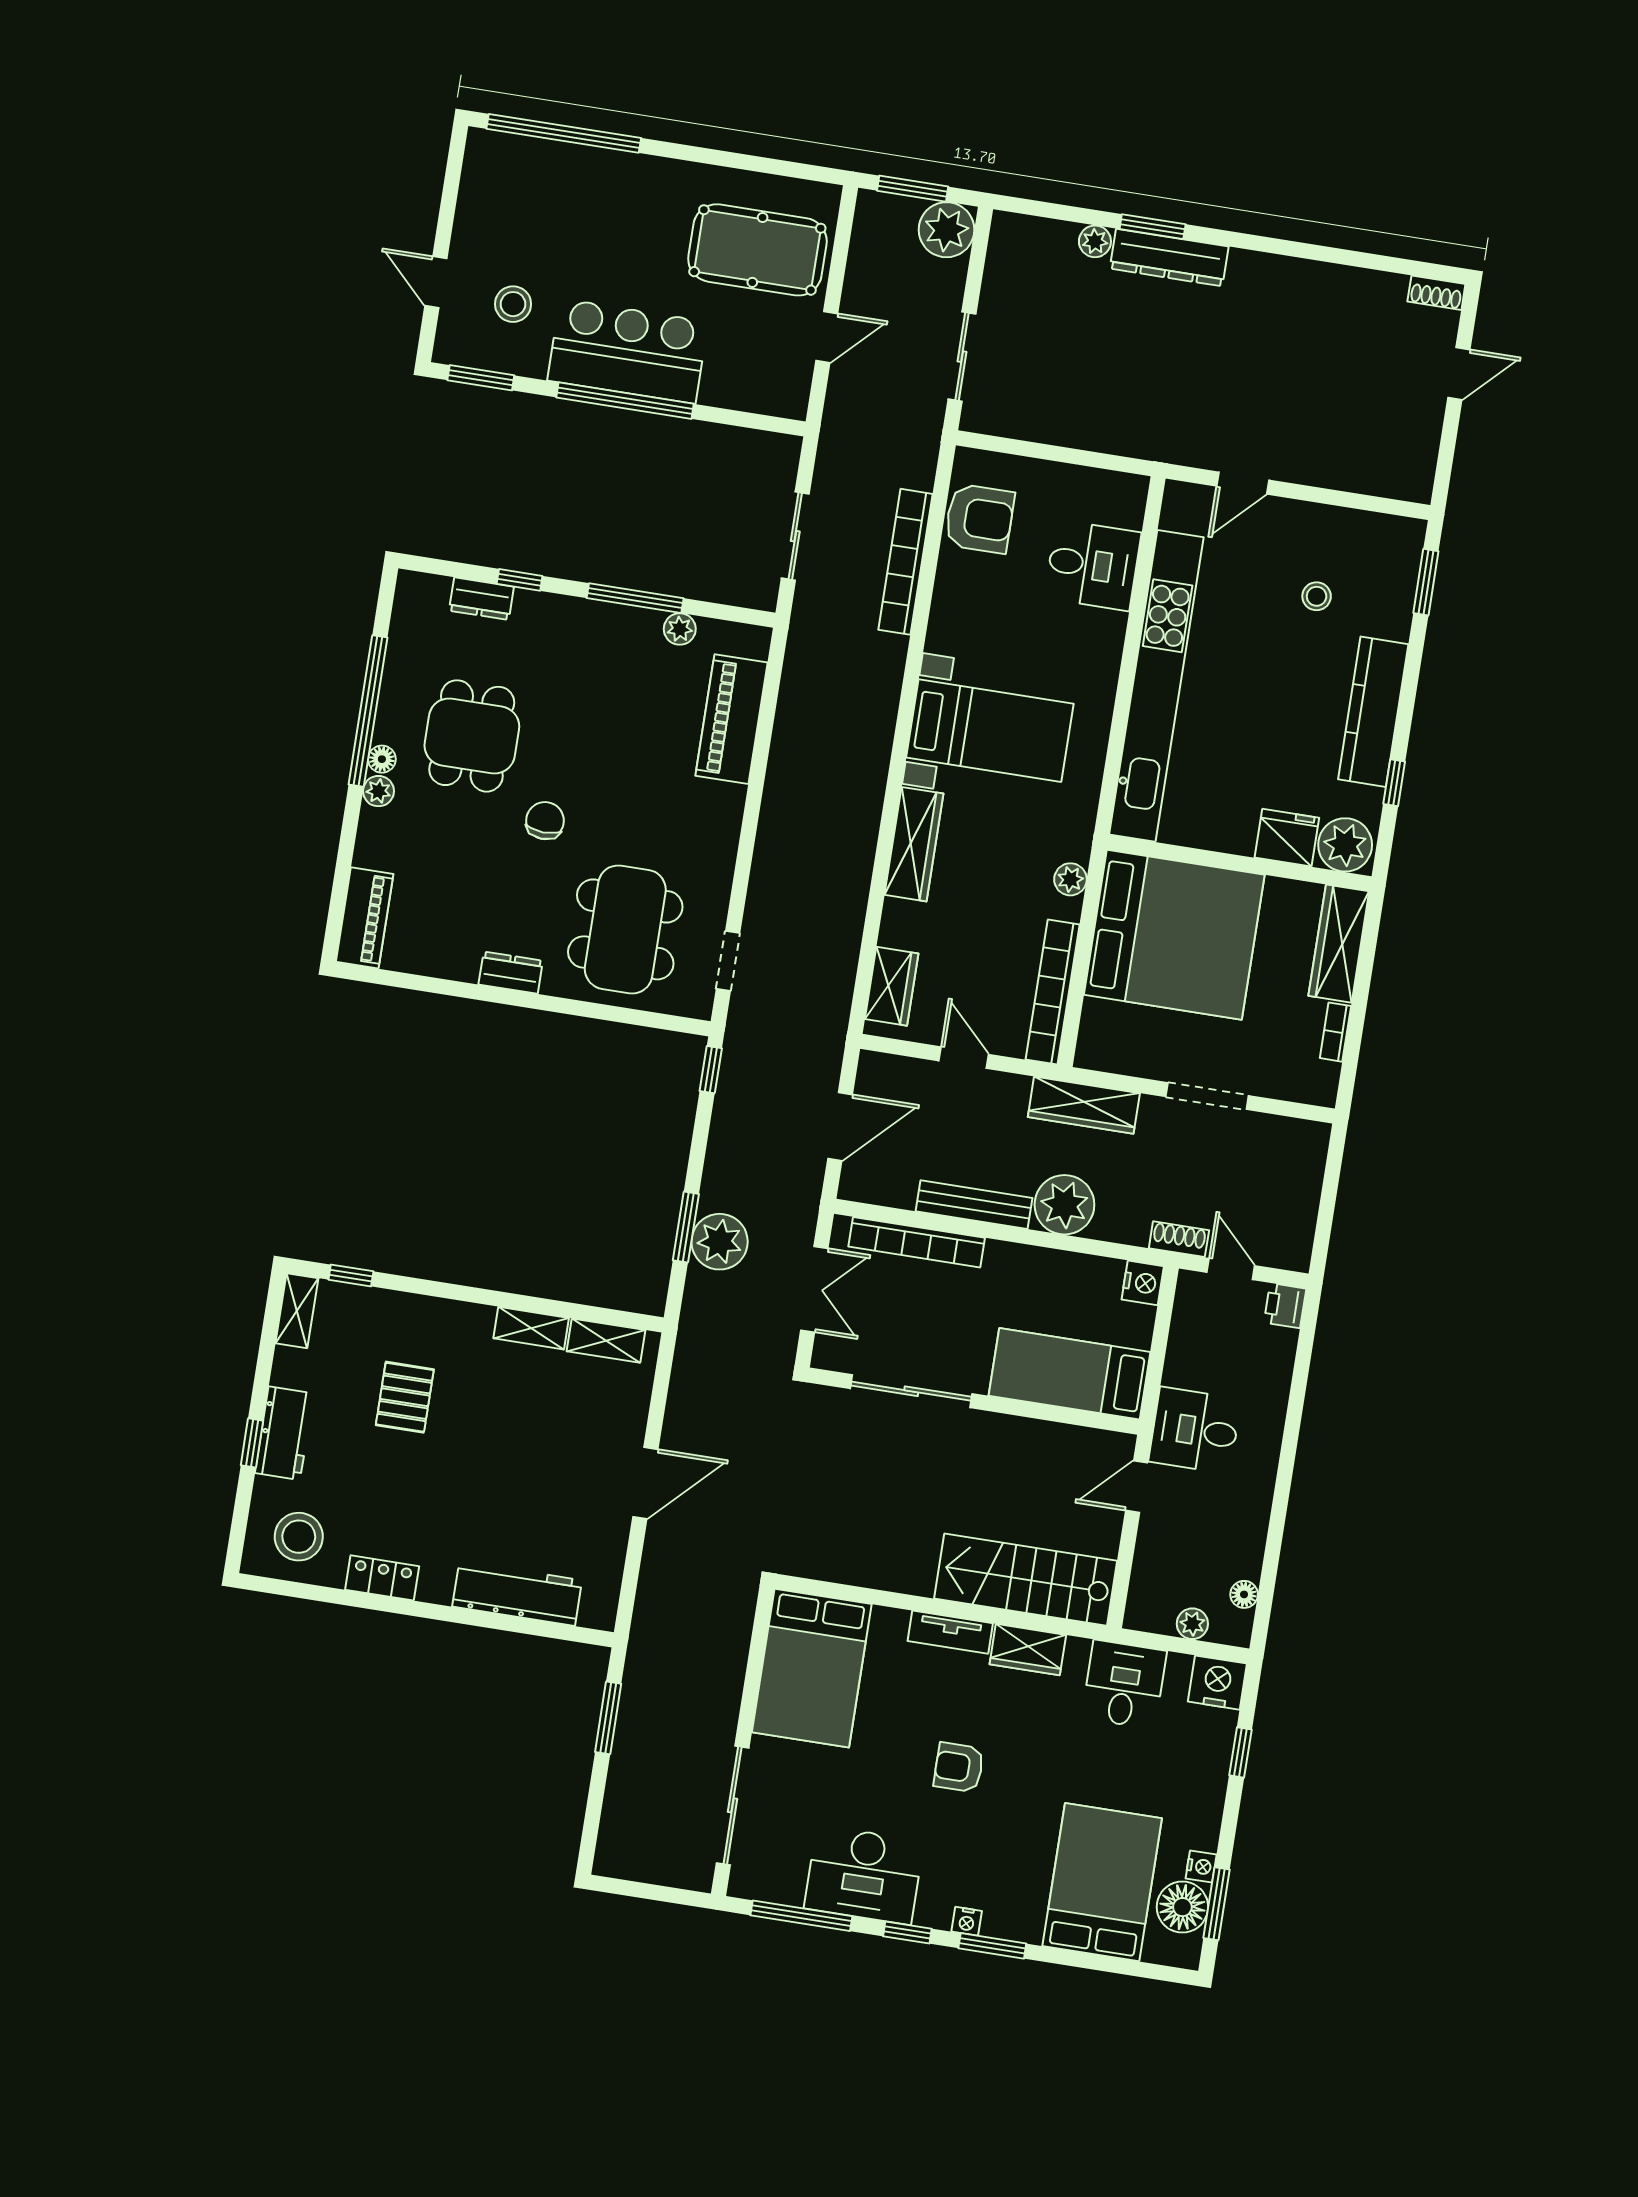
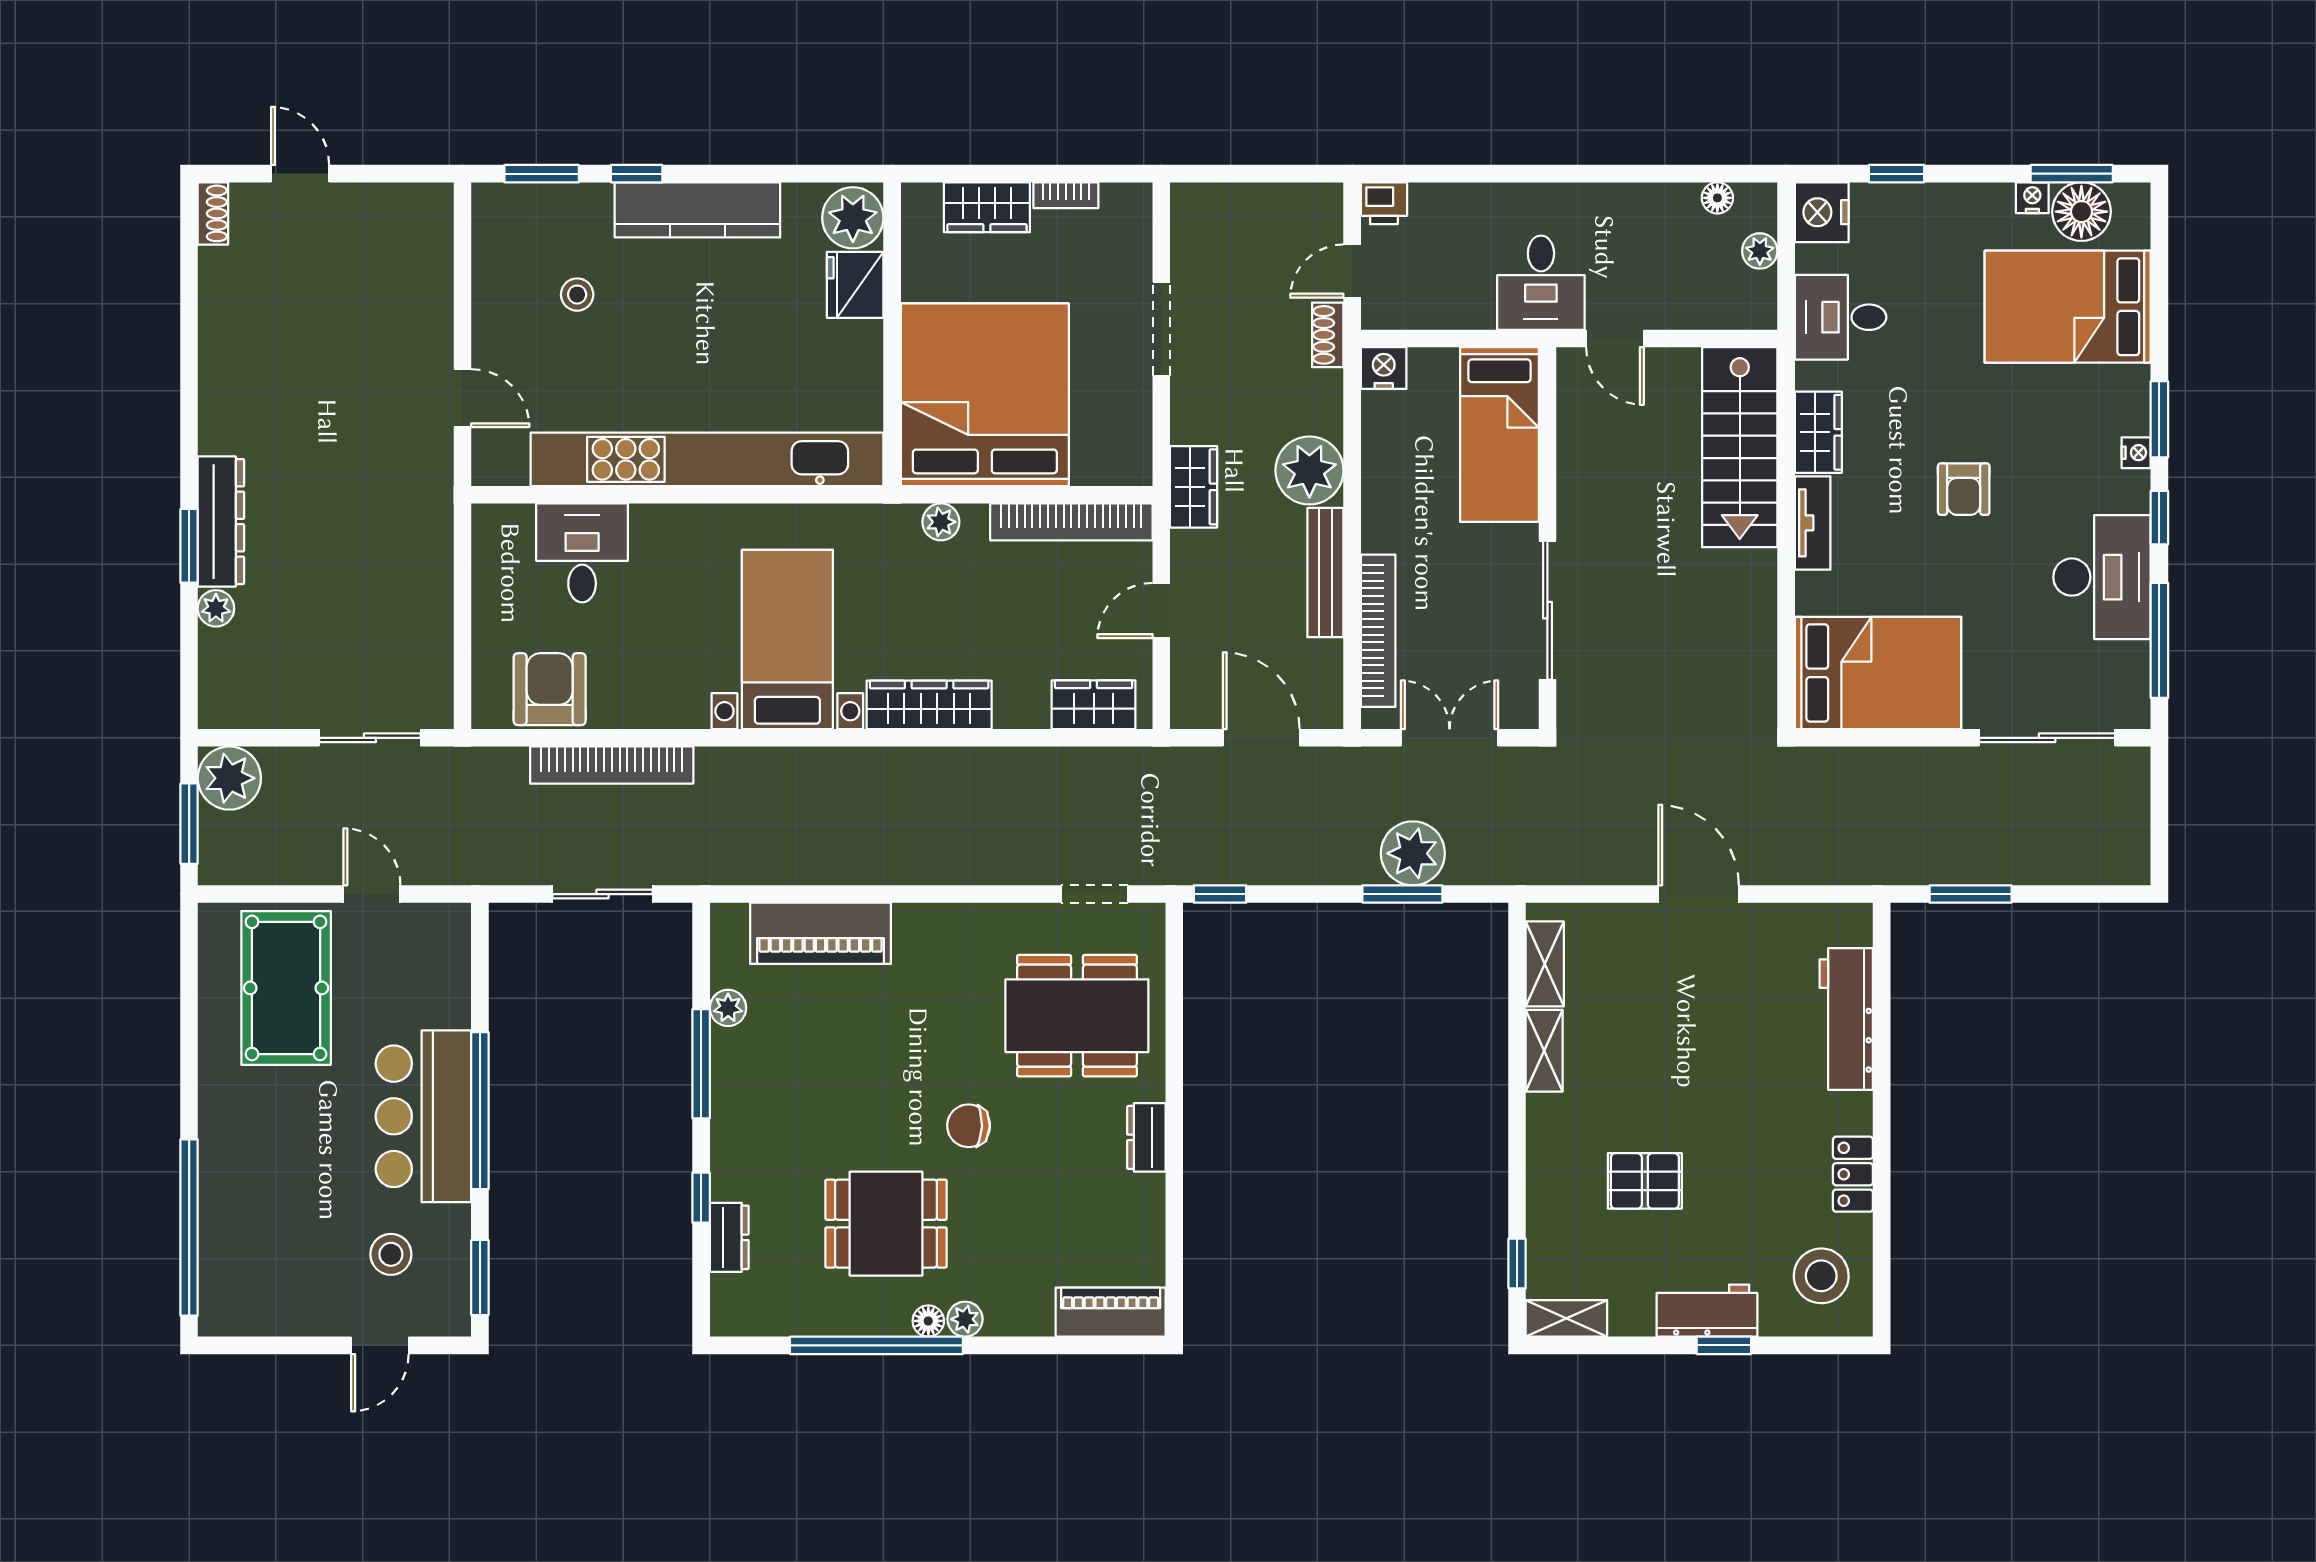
window: (1394, 783) -> (637, 174), moved
wardrobe: (1339, 944) -> (987, 207), width x0.67
wardrobe: (1084, 1105) -> (1194, 487), width x0.67

